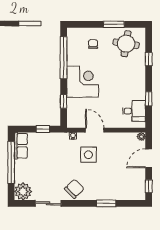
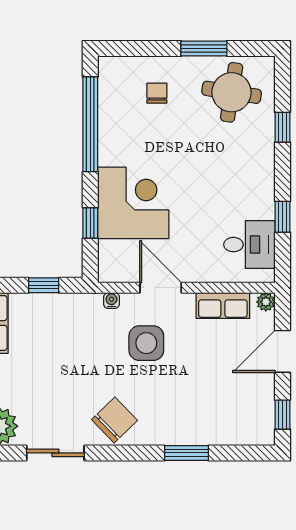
corner desk: (83, 82) -> (133, 203), moved
row of seats: (122, 138) -> (223, 305), added

